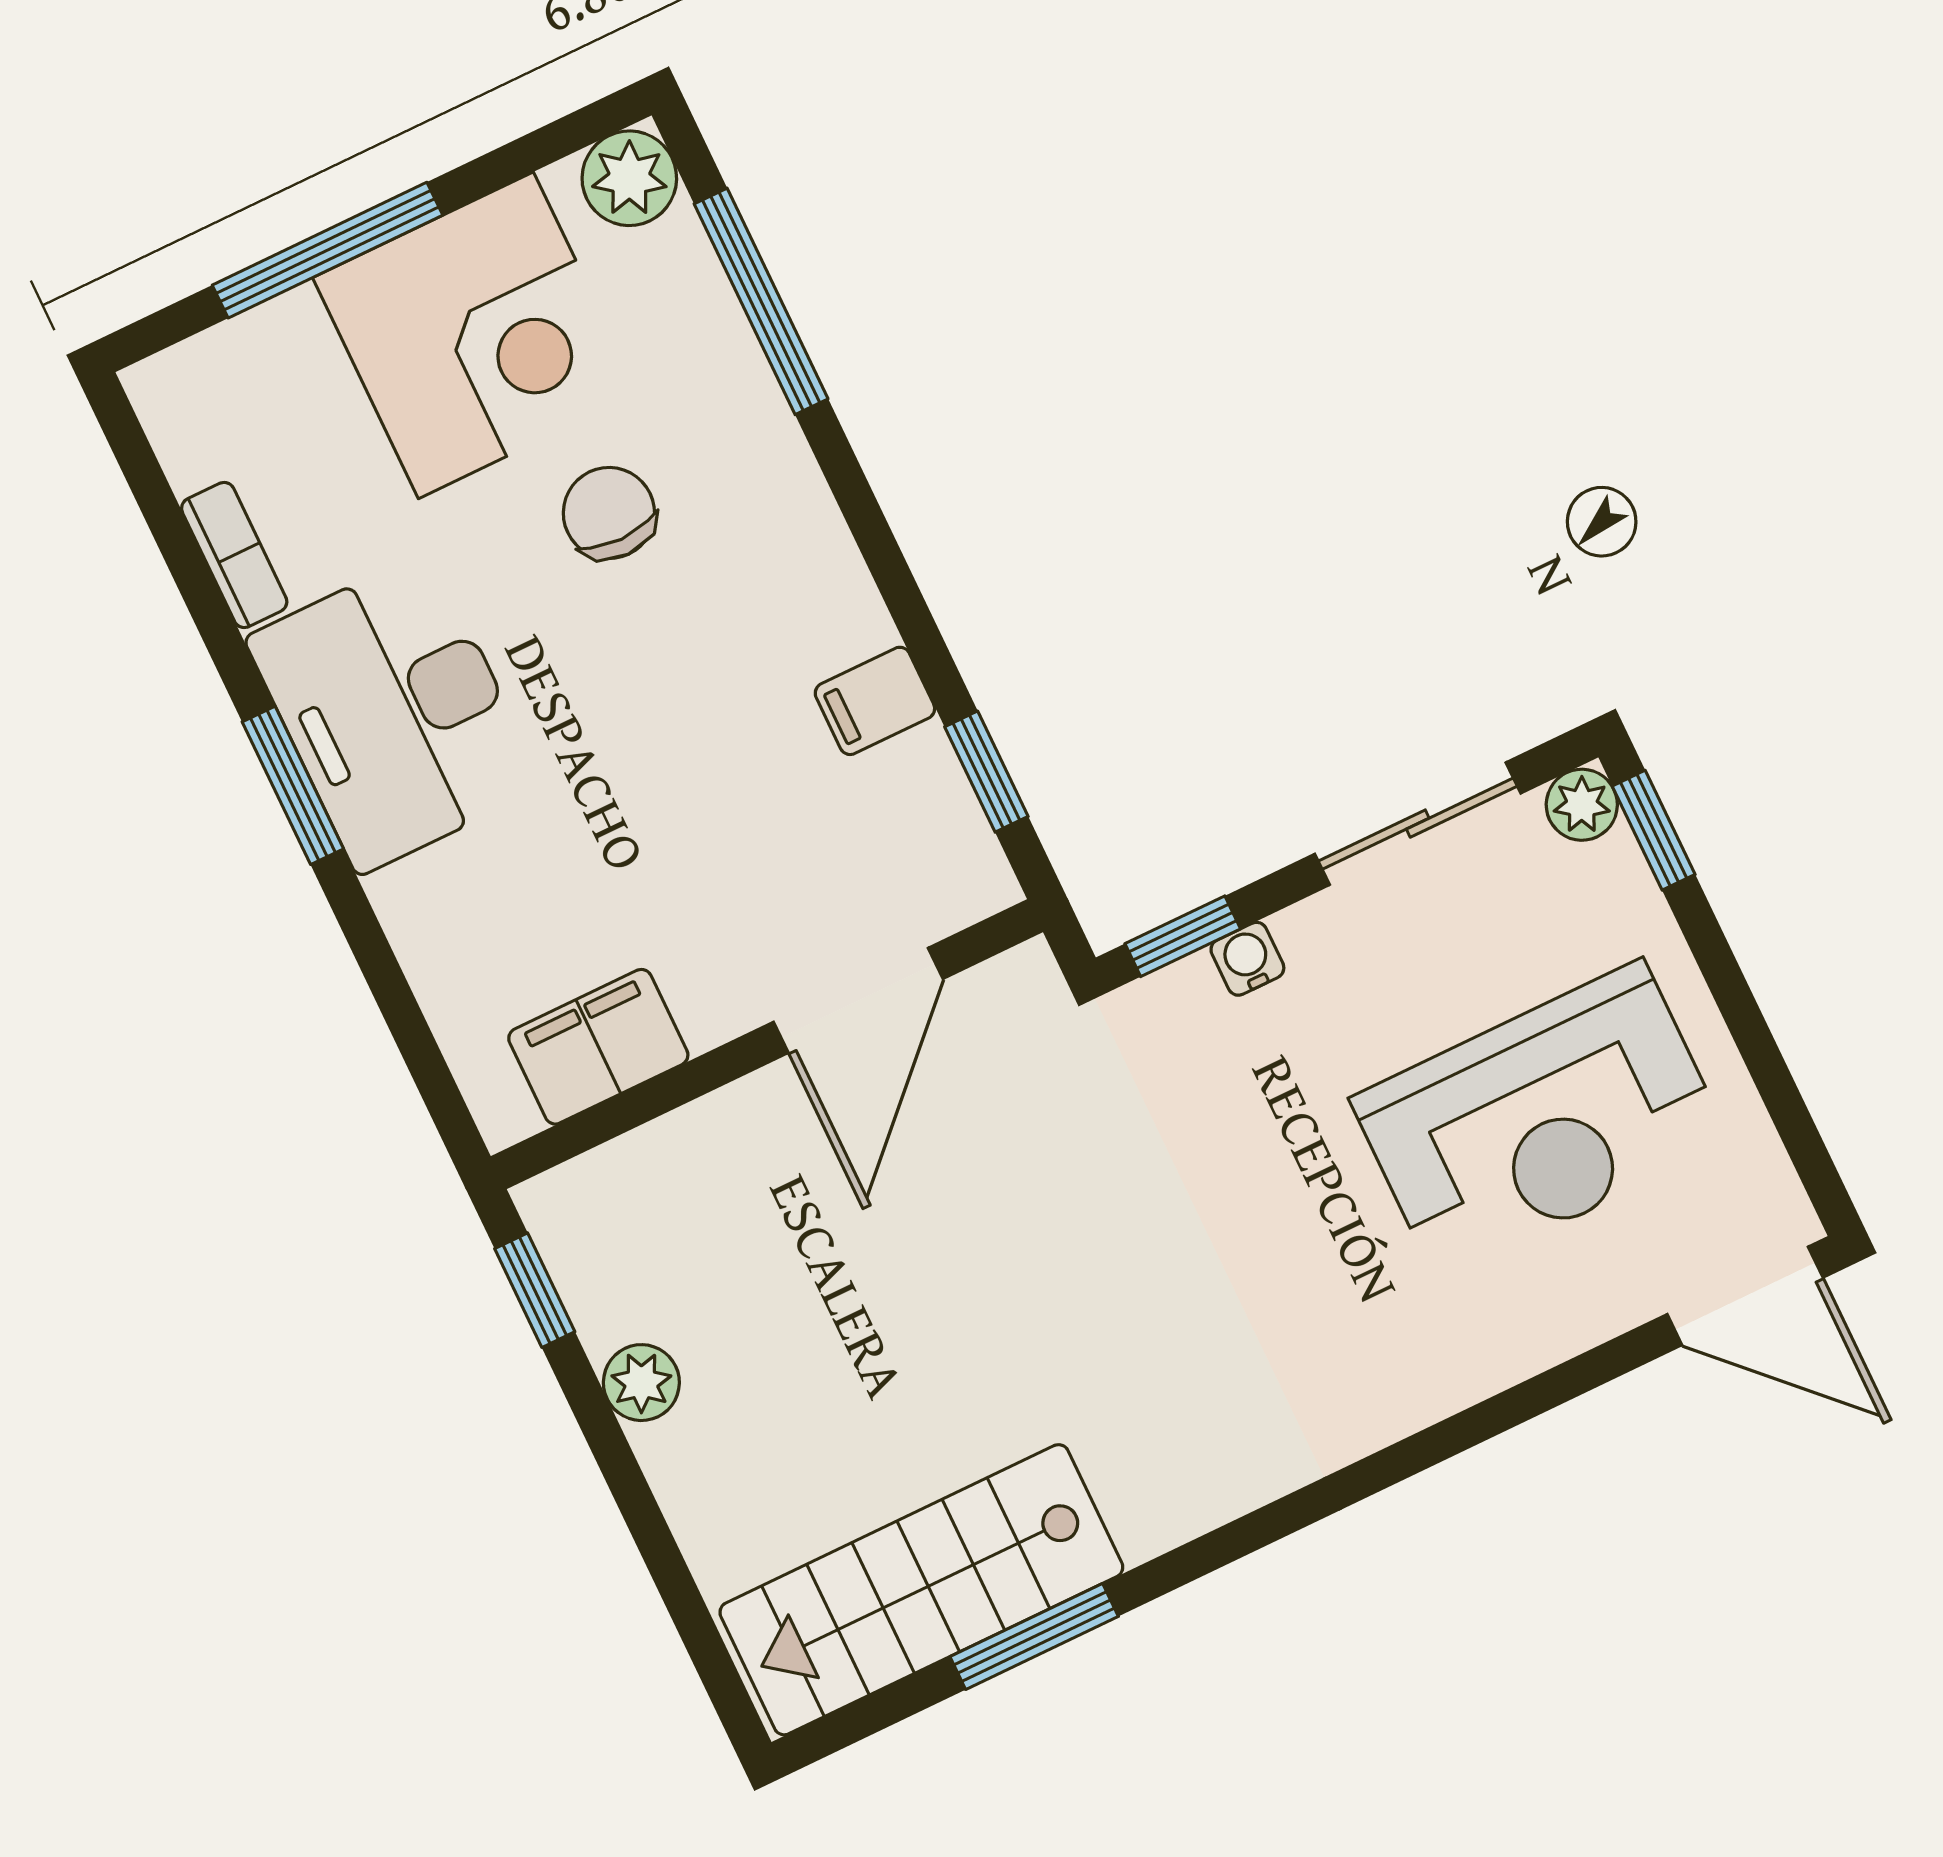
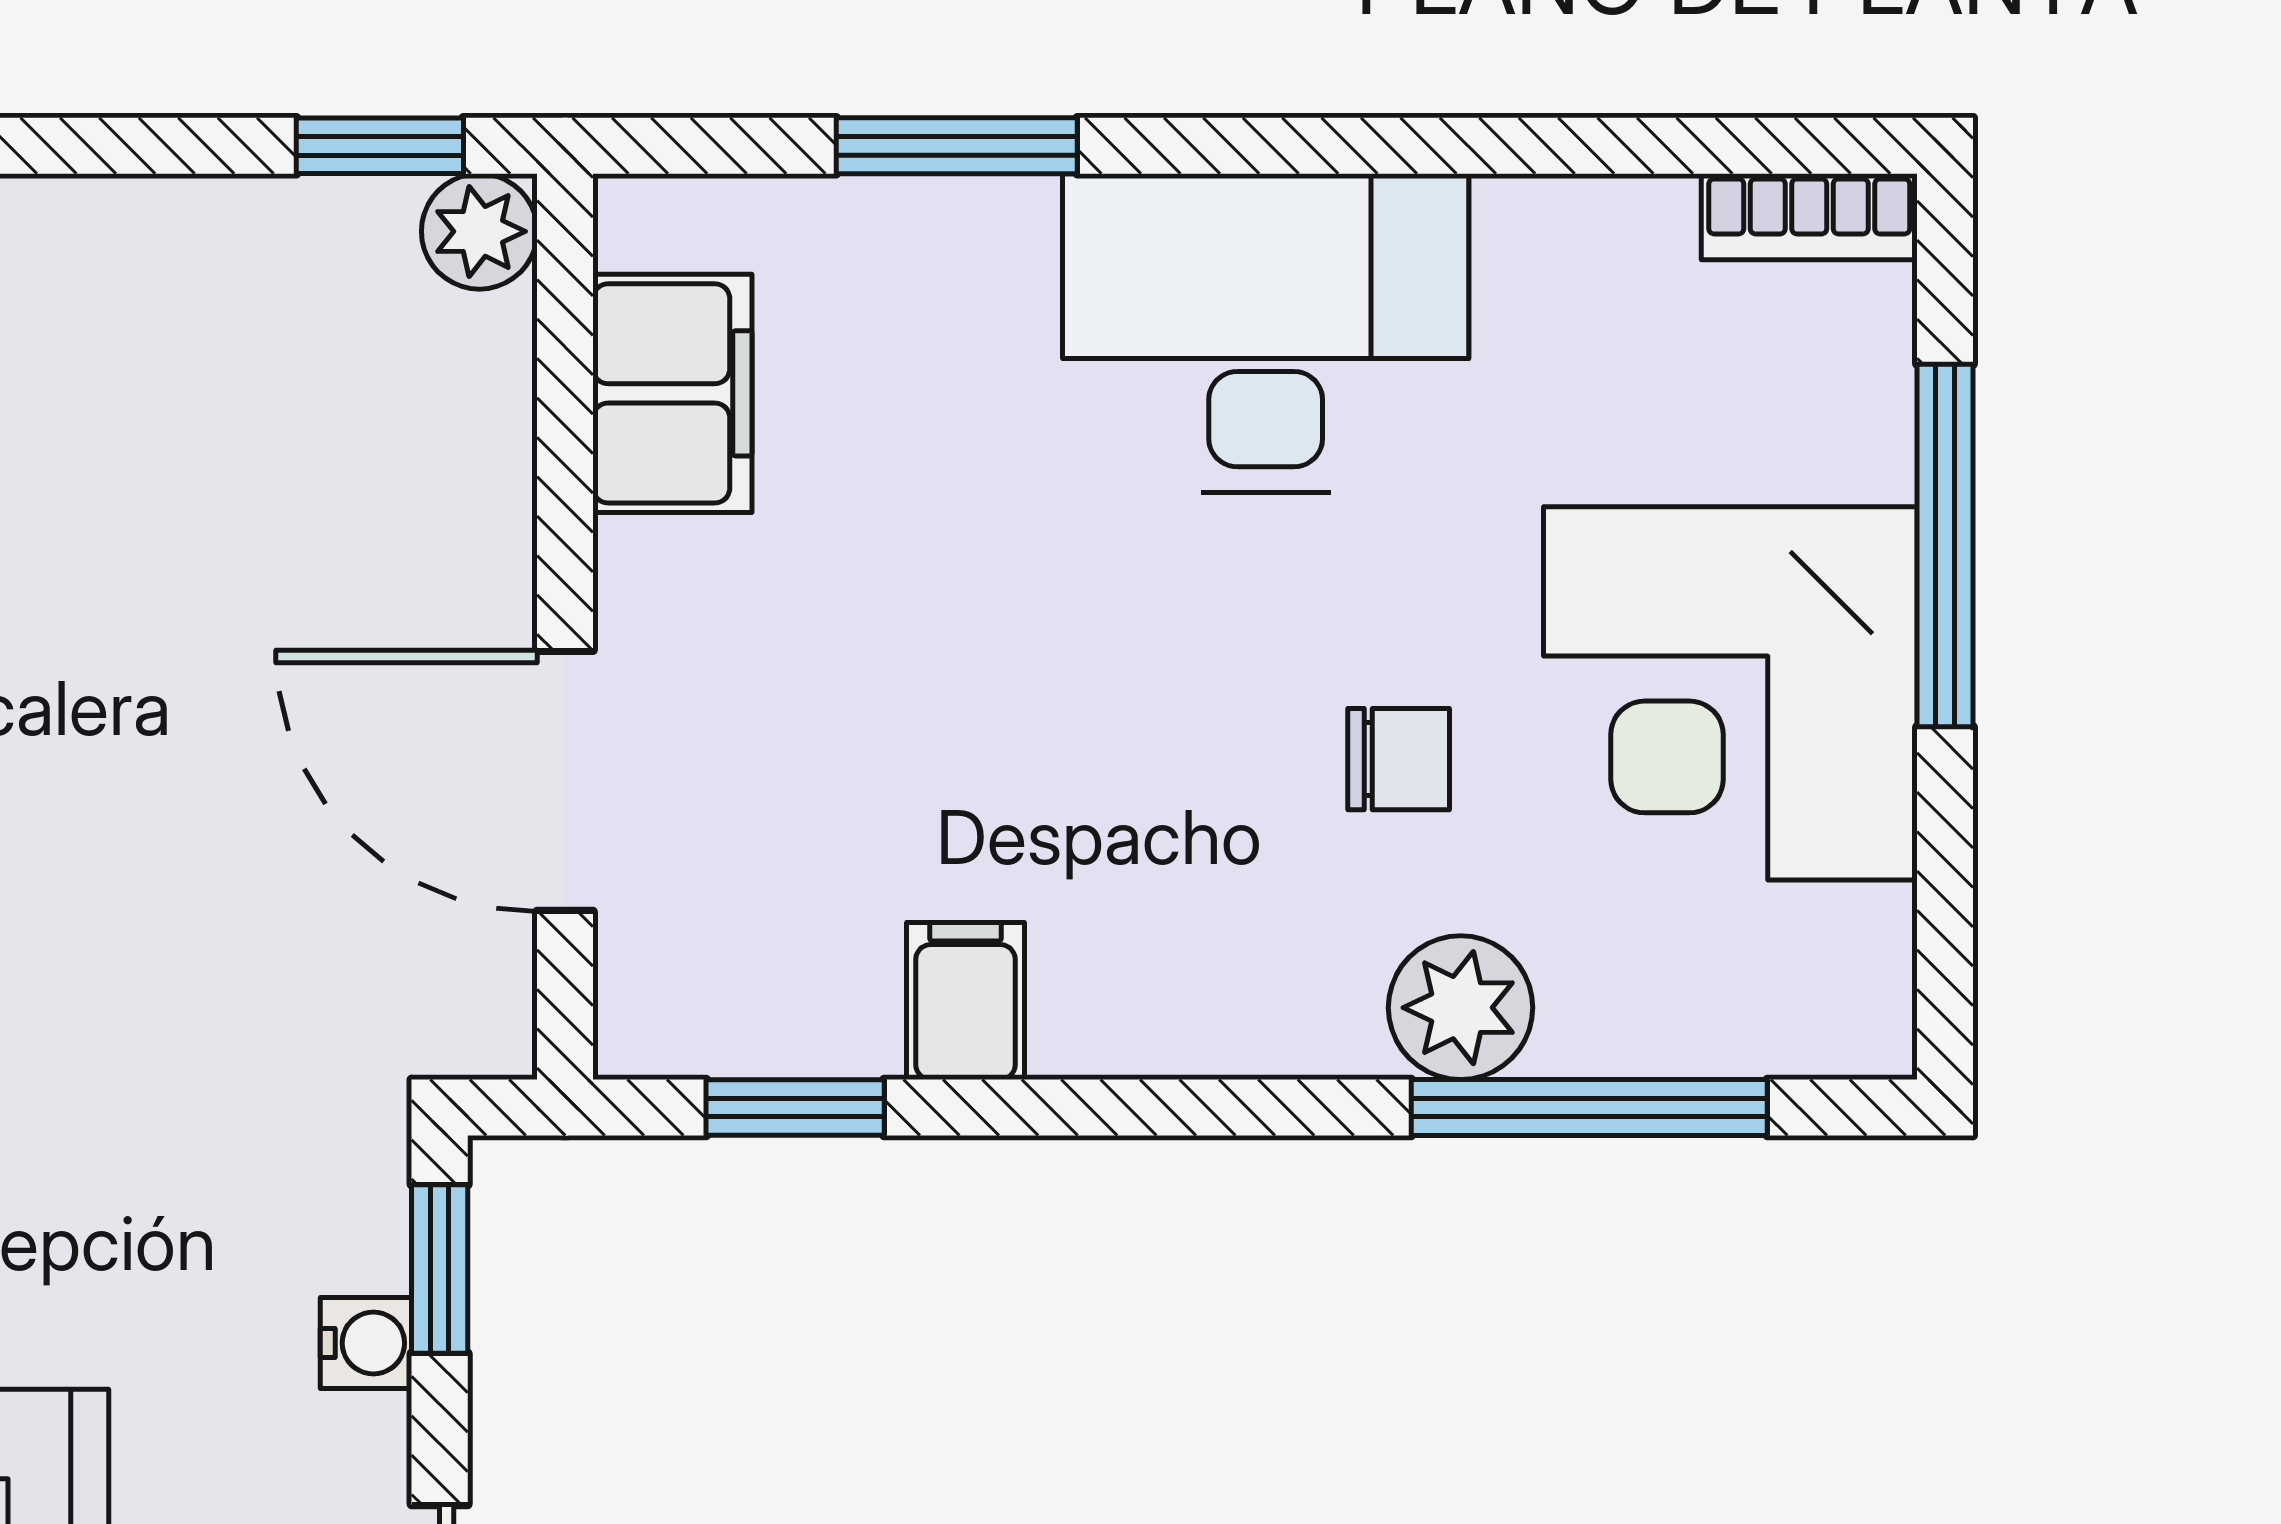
plant: (629, 178) -> (1461, 1008), moved
chair: (609, 513) -> (1399, 759), width x0.73, depth x0.73
bookcase: (234, 555) -> (1809, 217), moved
window: (293, 785) -> (957, 146), moved
plant: (641, 1383) -> (479, 231), moved

